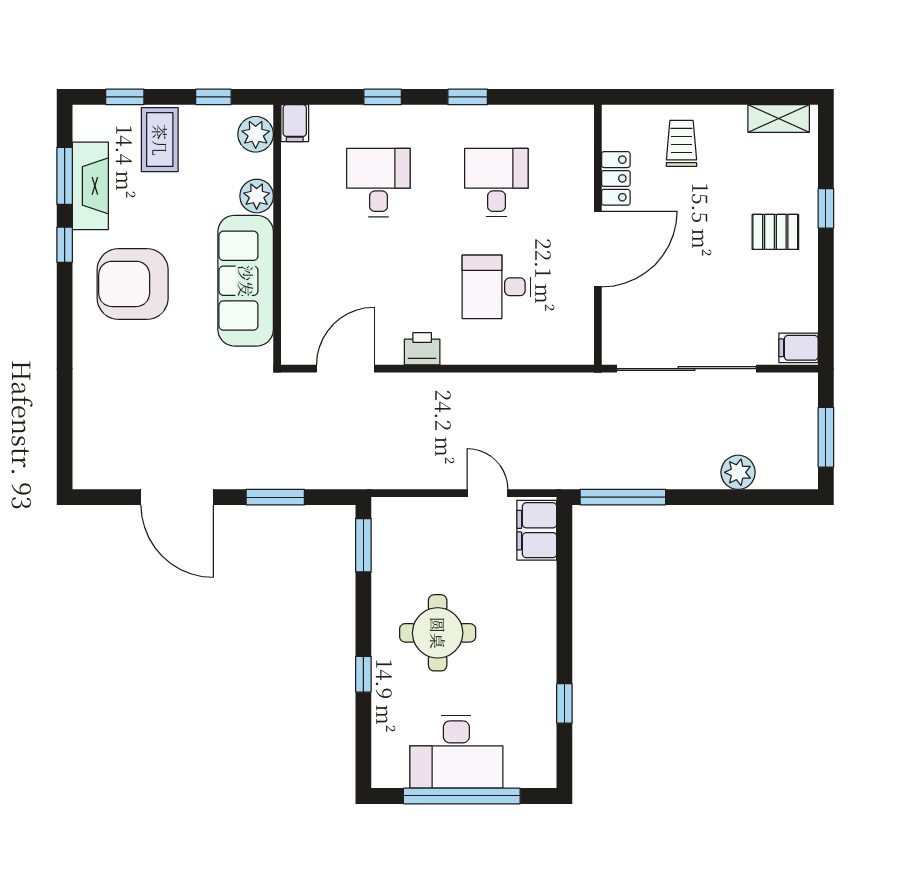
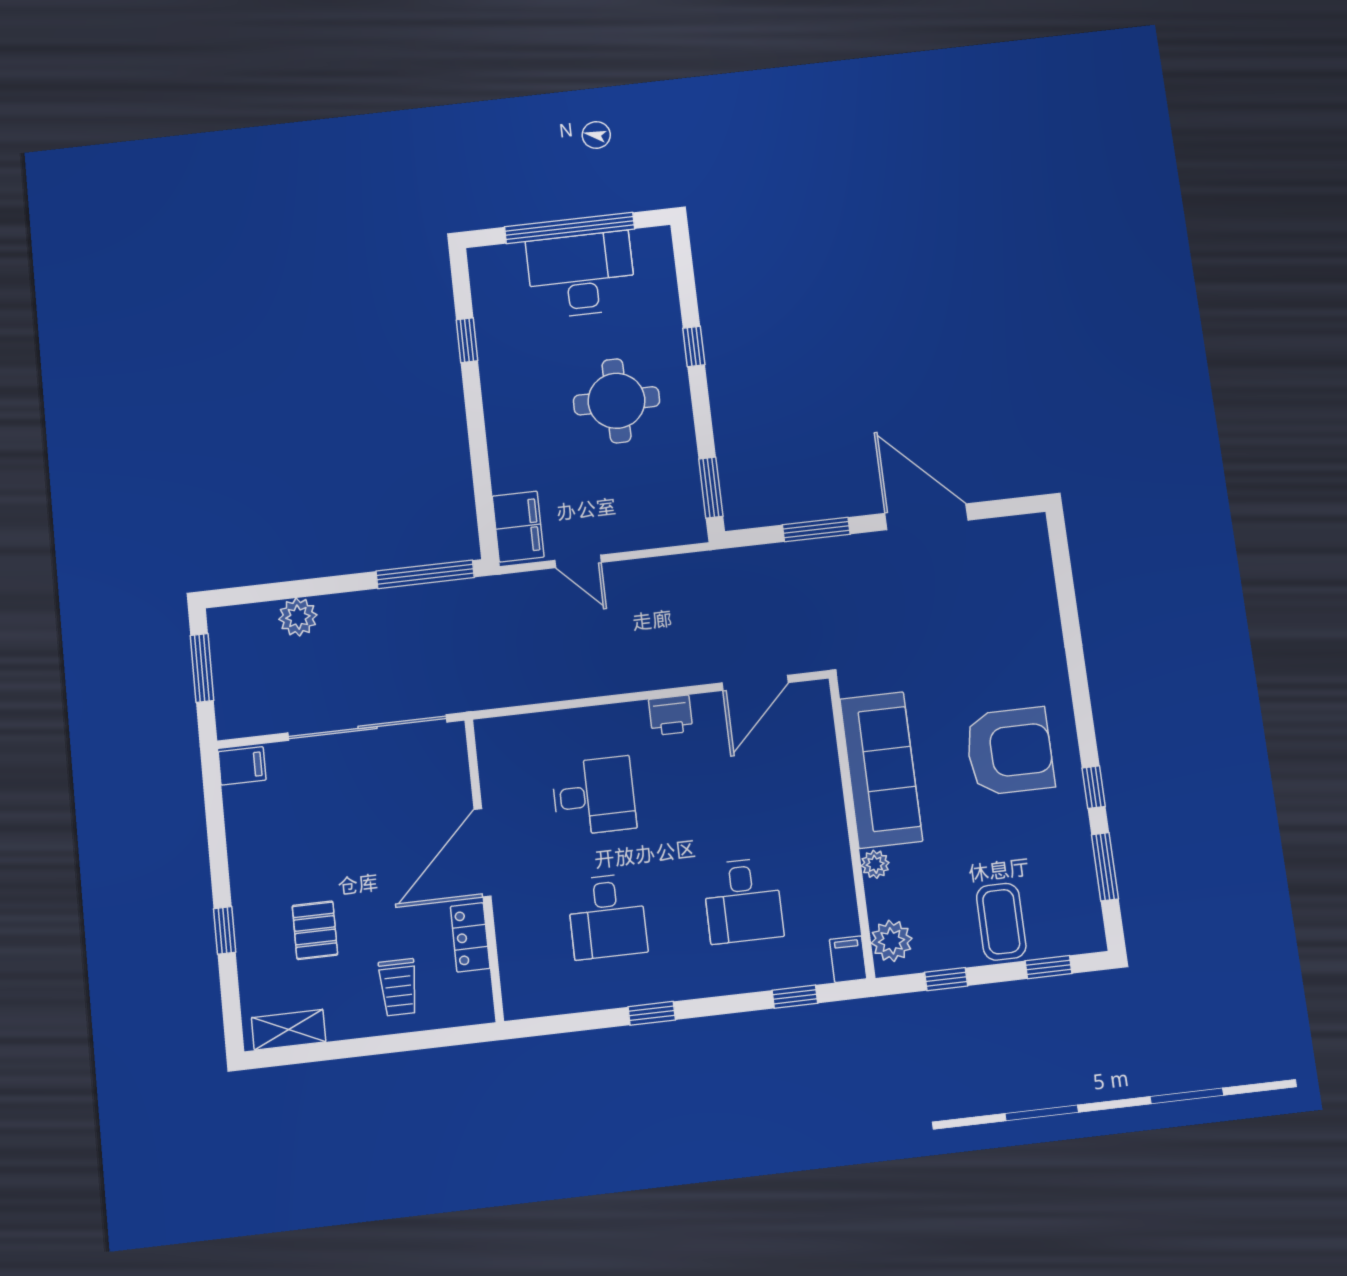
window: (383, 97) -> (795, 997), moved
fireplace: (90, 186) -> (1074, 859), removed
plant: (257, 196) -> (875, 864), width x0.73, depth x0.73
pallet: (775, 232) -> (315, 930), moved, turned 90

